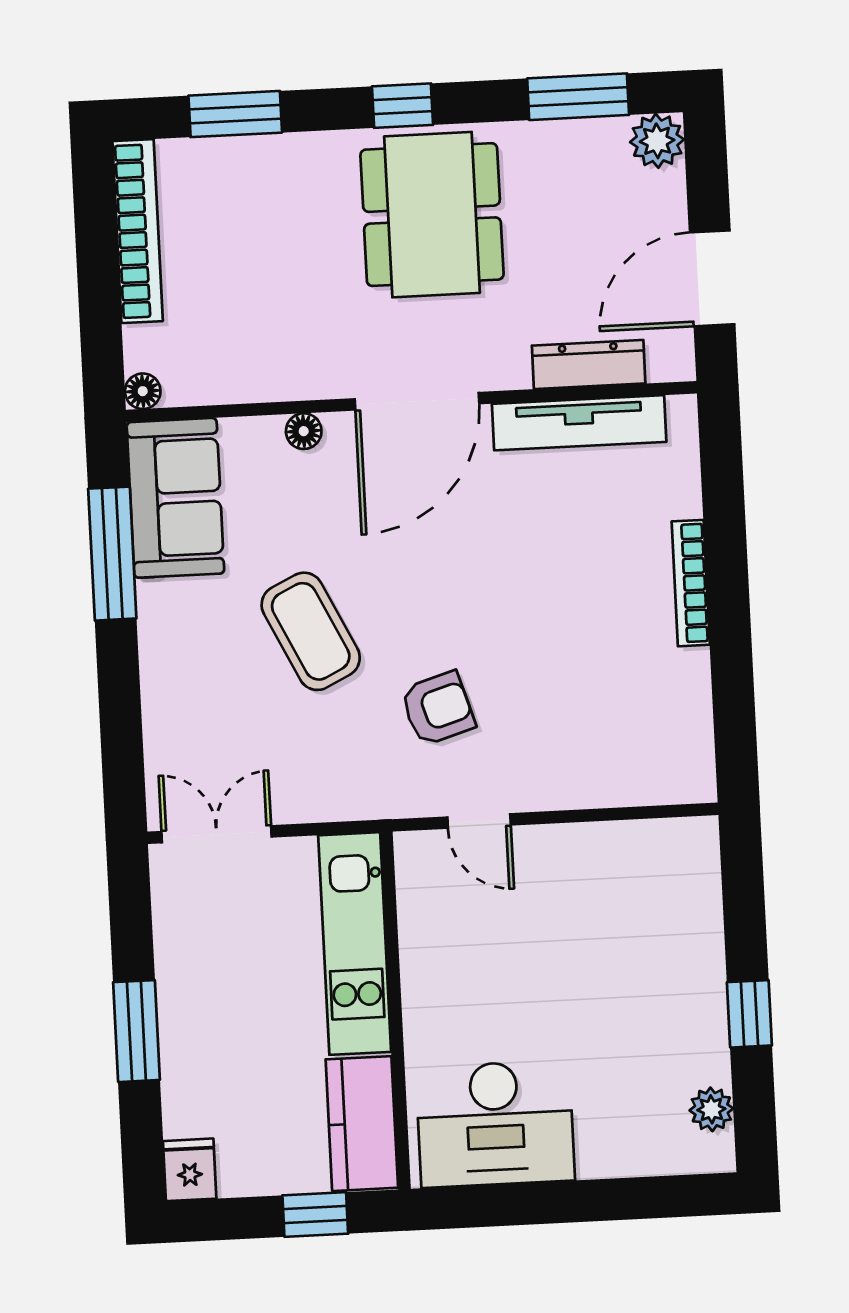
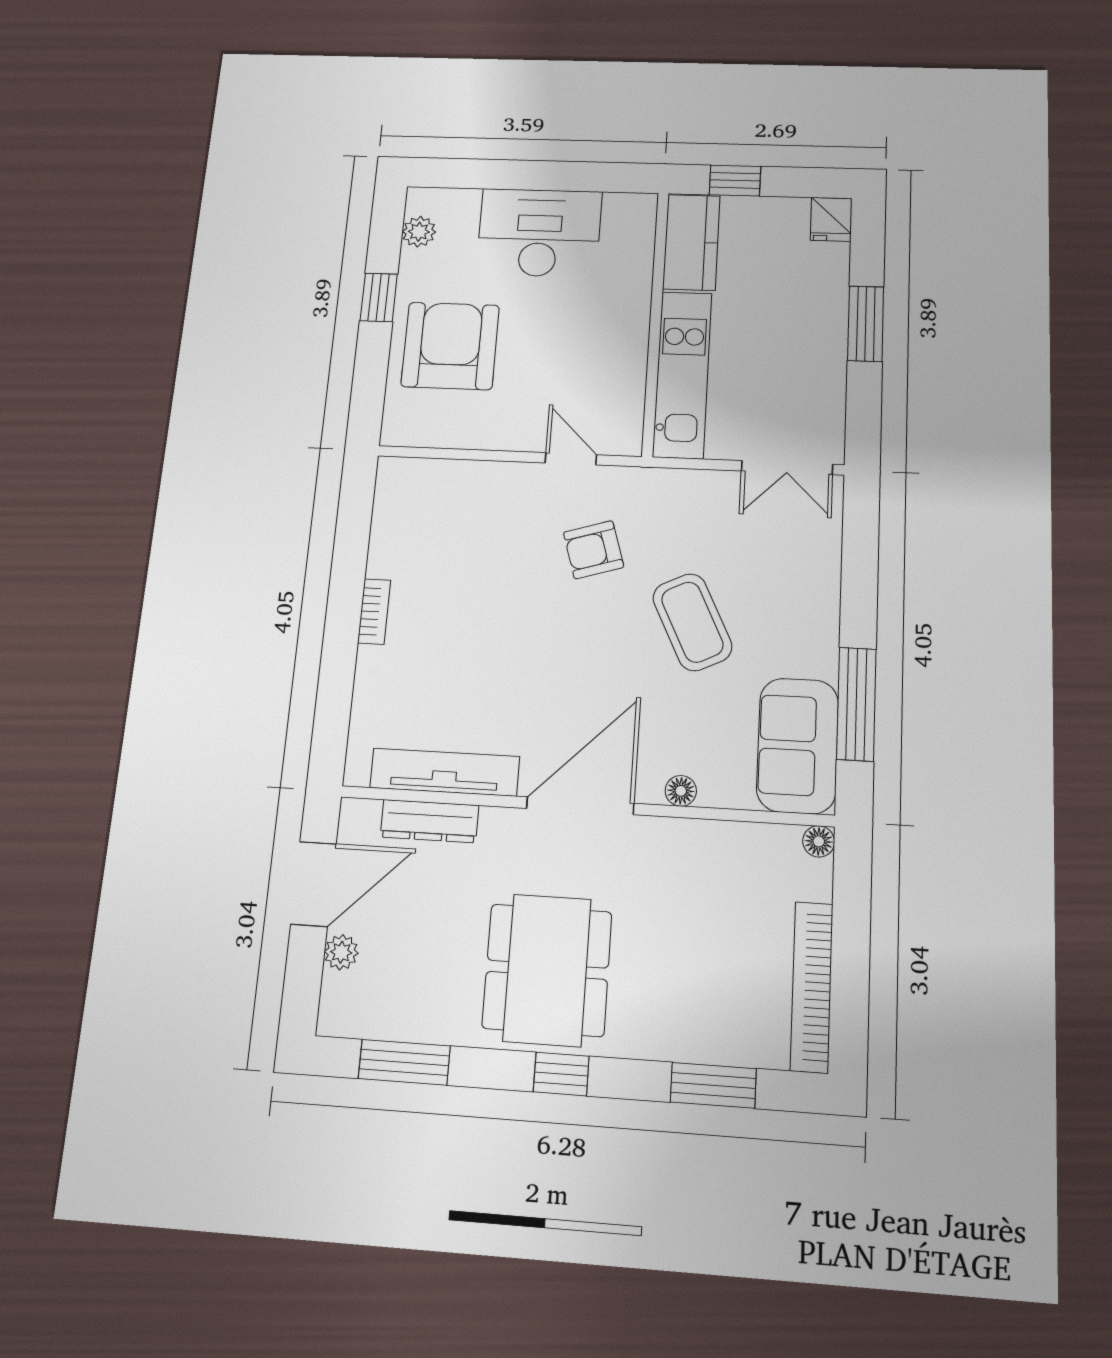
plant: (657, 141) -> (341, 952), moved, width x0.73, depth x0.73
bookcase: (691, 583) -> (374, 611), width x0.64
armchair: (649, 956) -> (450, 346), added
desk: (495, 1124) -> (539, 233), moved

